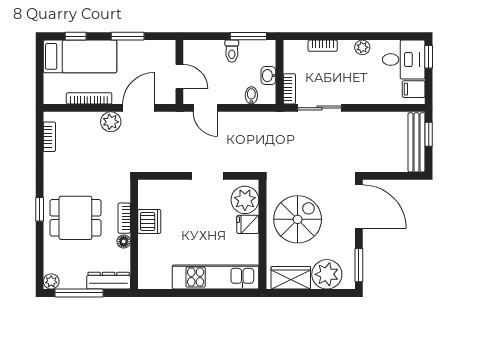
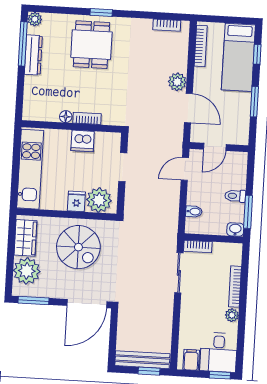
bookcase: (323, 46) -> (235, 287), width x1.56
washbasin: (268, 76) -> (235, 229), moved
bookcase: (89, 98) -> (201, 46), moved
bookcase: (124, 218) -> (87, 118), moved
dishwasher: (149, 221) -> (83, 141), moved
wall: (134, 234) -> (72, 126), moved
floor lamp: (124, 241) -> (66, 117), moved
dresser: (109, 281) -> (33, 55), moved

